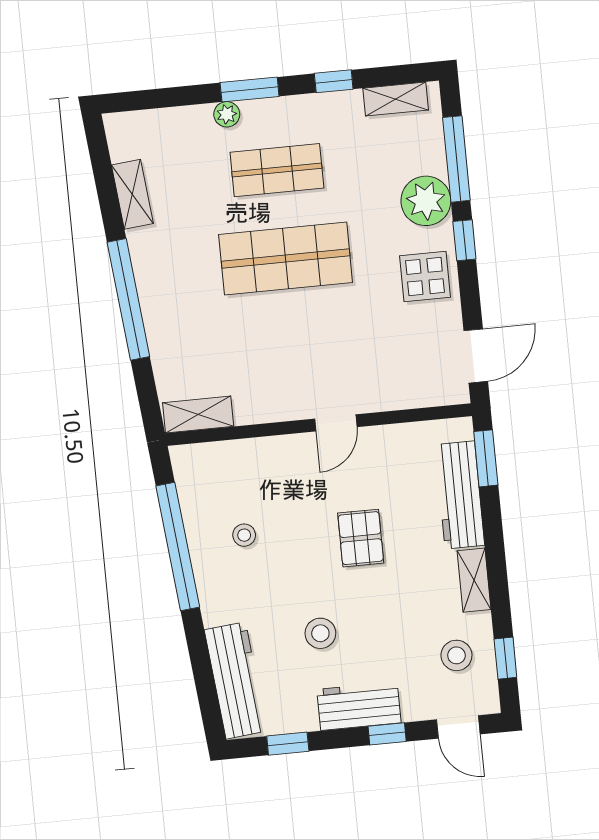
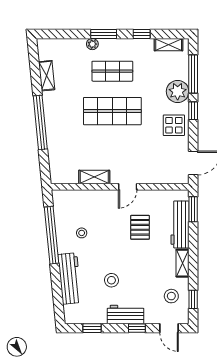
shelving: (198, 414) -> (94, 177), moved
pallet: (361, 538) -> (140, 227), moved
workbench: (236, 680) -> (70, 278), moved

